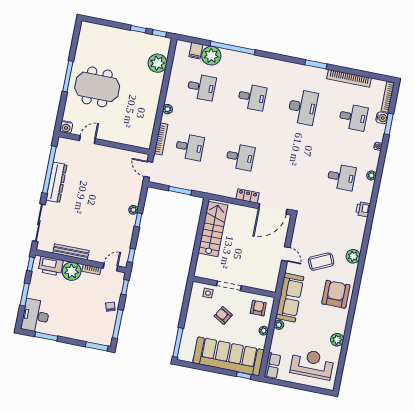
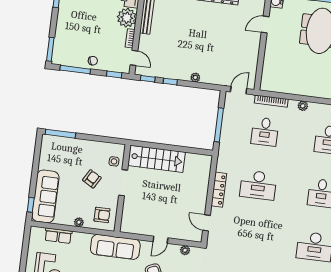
door: (87, 140) -> (265, 25), swing flipped
desk: (240, 157) -> (258, 185), width x1.37
window: (180, 191) -> (219, 125), width x1.44
locker: (248, 196) -> (219, 190), width x1.53
door: (273, 209) -> (206, 223), width x0.53
window: (138, 220) -> (170, 82), moved
stairs: (213, 229) -> (157, 159), moved
plant: (279, 325) -> (185, 250), moved
sofa: (229, 356) -> (45, 196), width x0.74, depth x0.79
row of seats: (272, 366) -> (58, 236), moved

